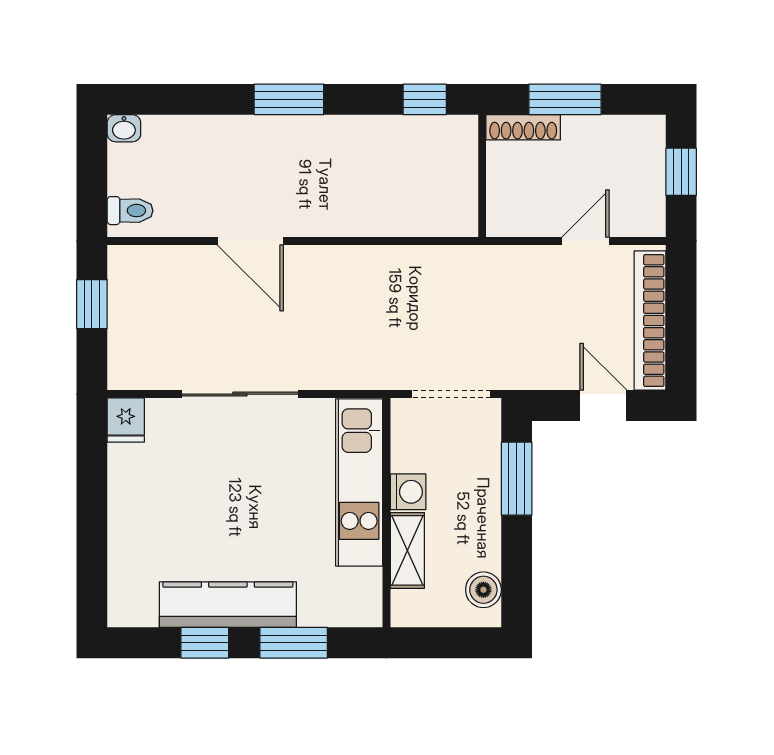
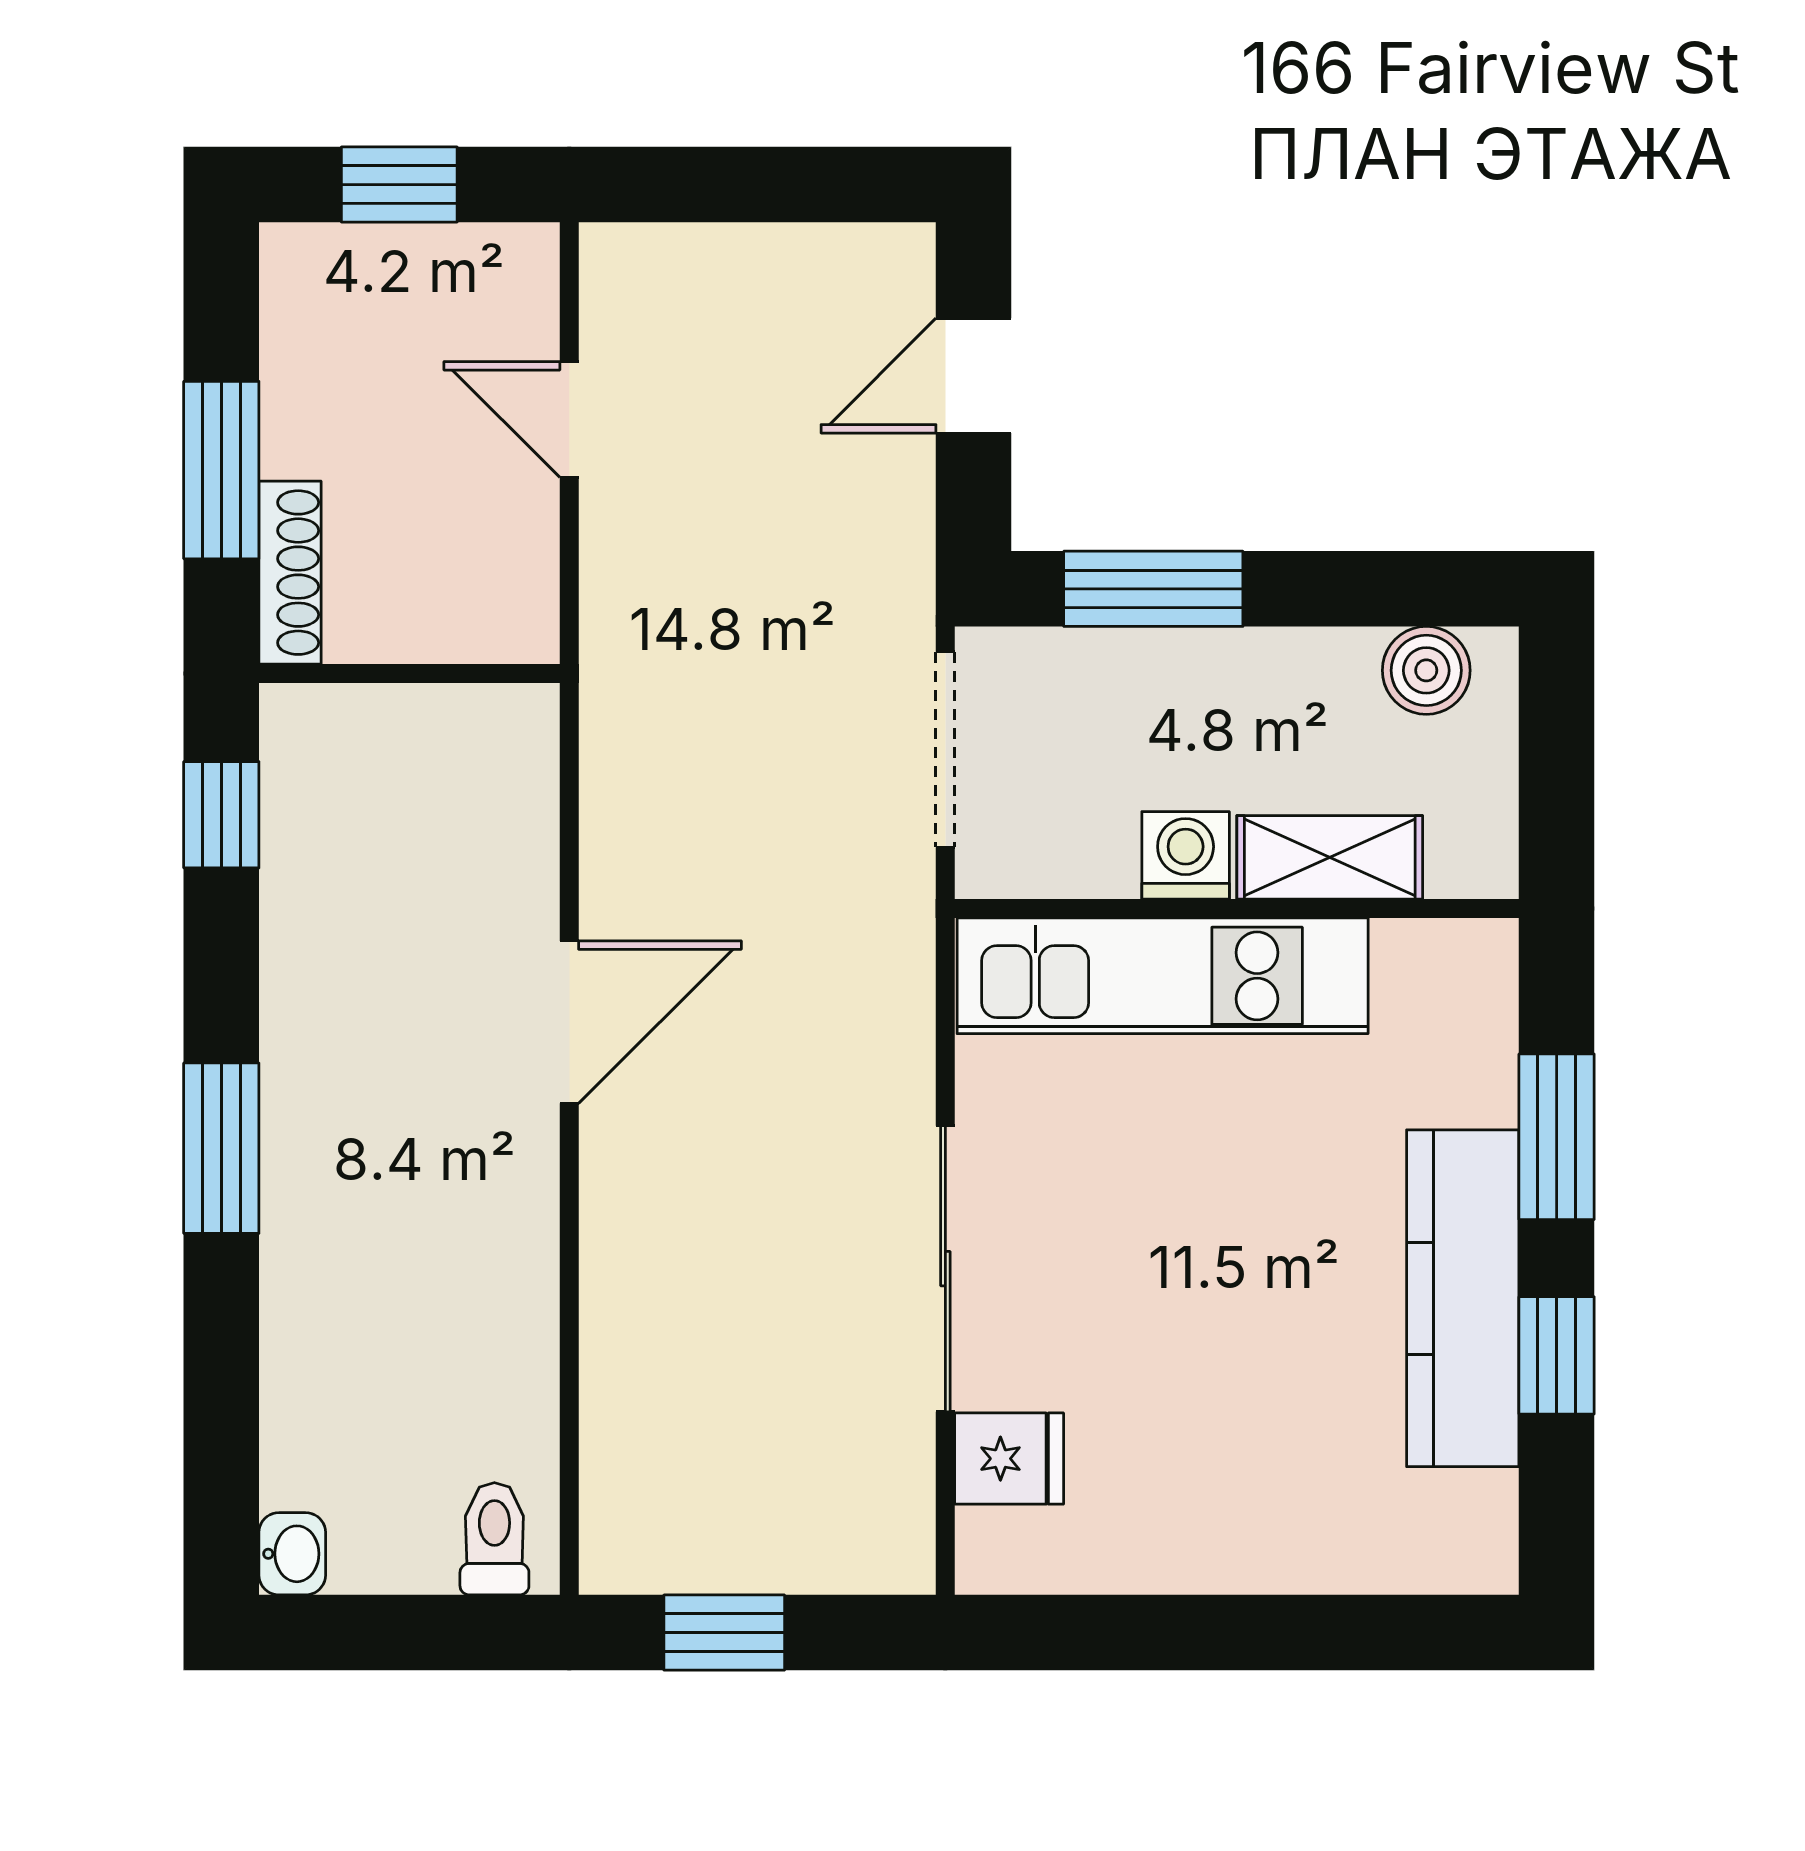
door: (250, 241) -> (569, 1022), moved
bookcase: (650, 320) -> (765, 261), removed
fridge: (126, 420) -> (1009, 1459), moved

